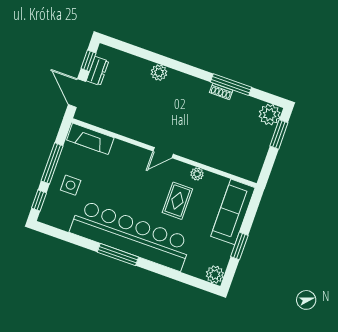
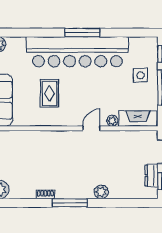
window: (231, 85) -> (70, 203), moved
door: (163, 153) -> (91, 128), moved
plant: (197, 174) -> (112, 121), moved

